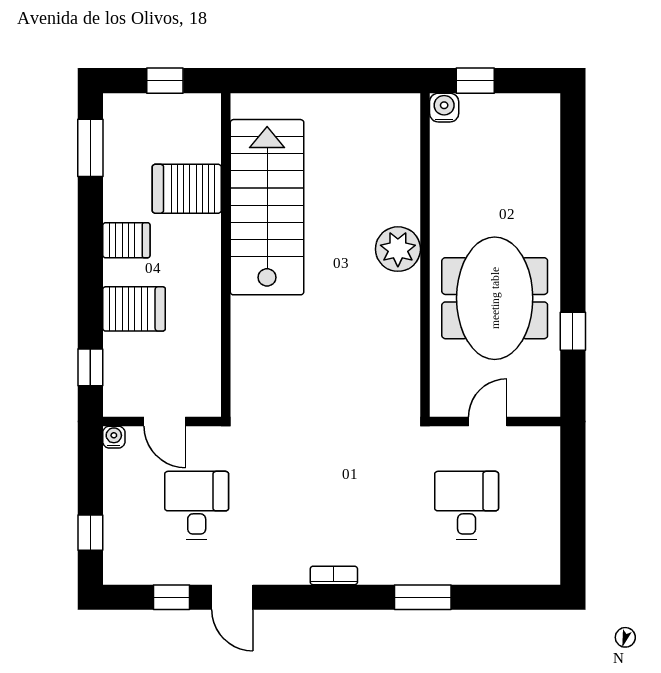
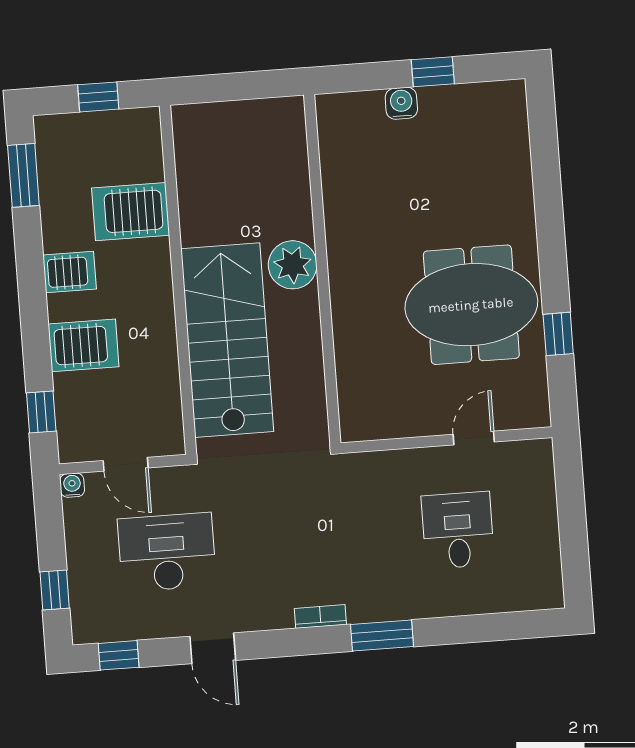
stairs: (267, 207) -> (227, 340), moved
plant: (398, 249) -> (293, 265), moved
wall: (425, 255) -> (322, 269), moved
meeting table: (495, 298) -> (471, 305), turned 90
desk: (197, 505) -> (167, 552), width x1.37
window: (172, 597) -> (119, 655), moved
window: (423, 597) -> (382, 636), moved

